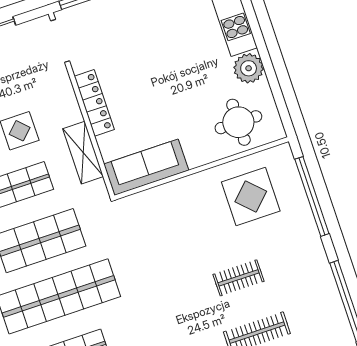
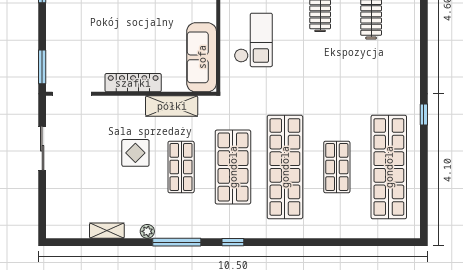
checkout: (184, 217) -> (253, 40), added

